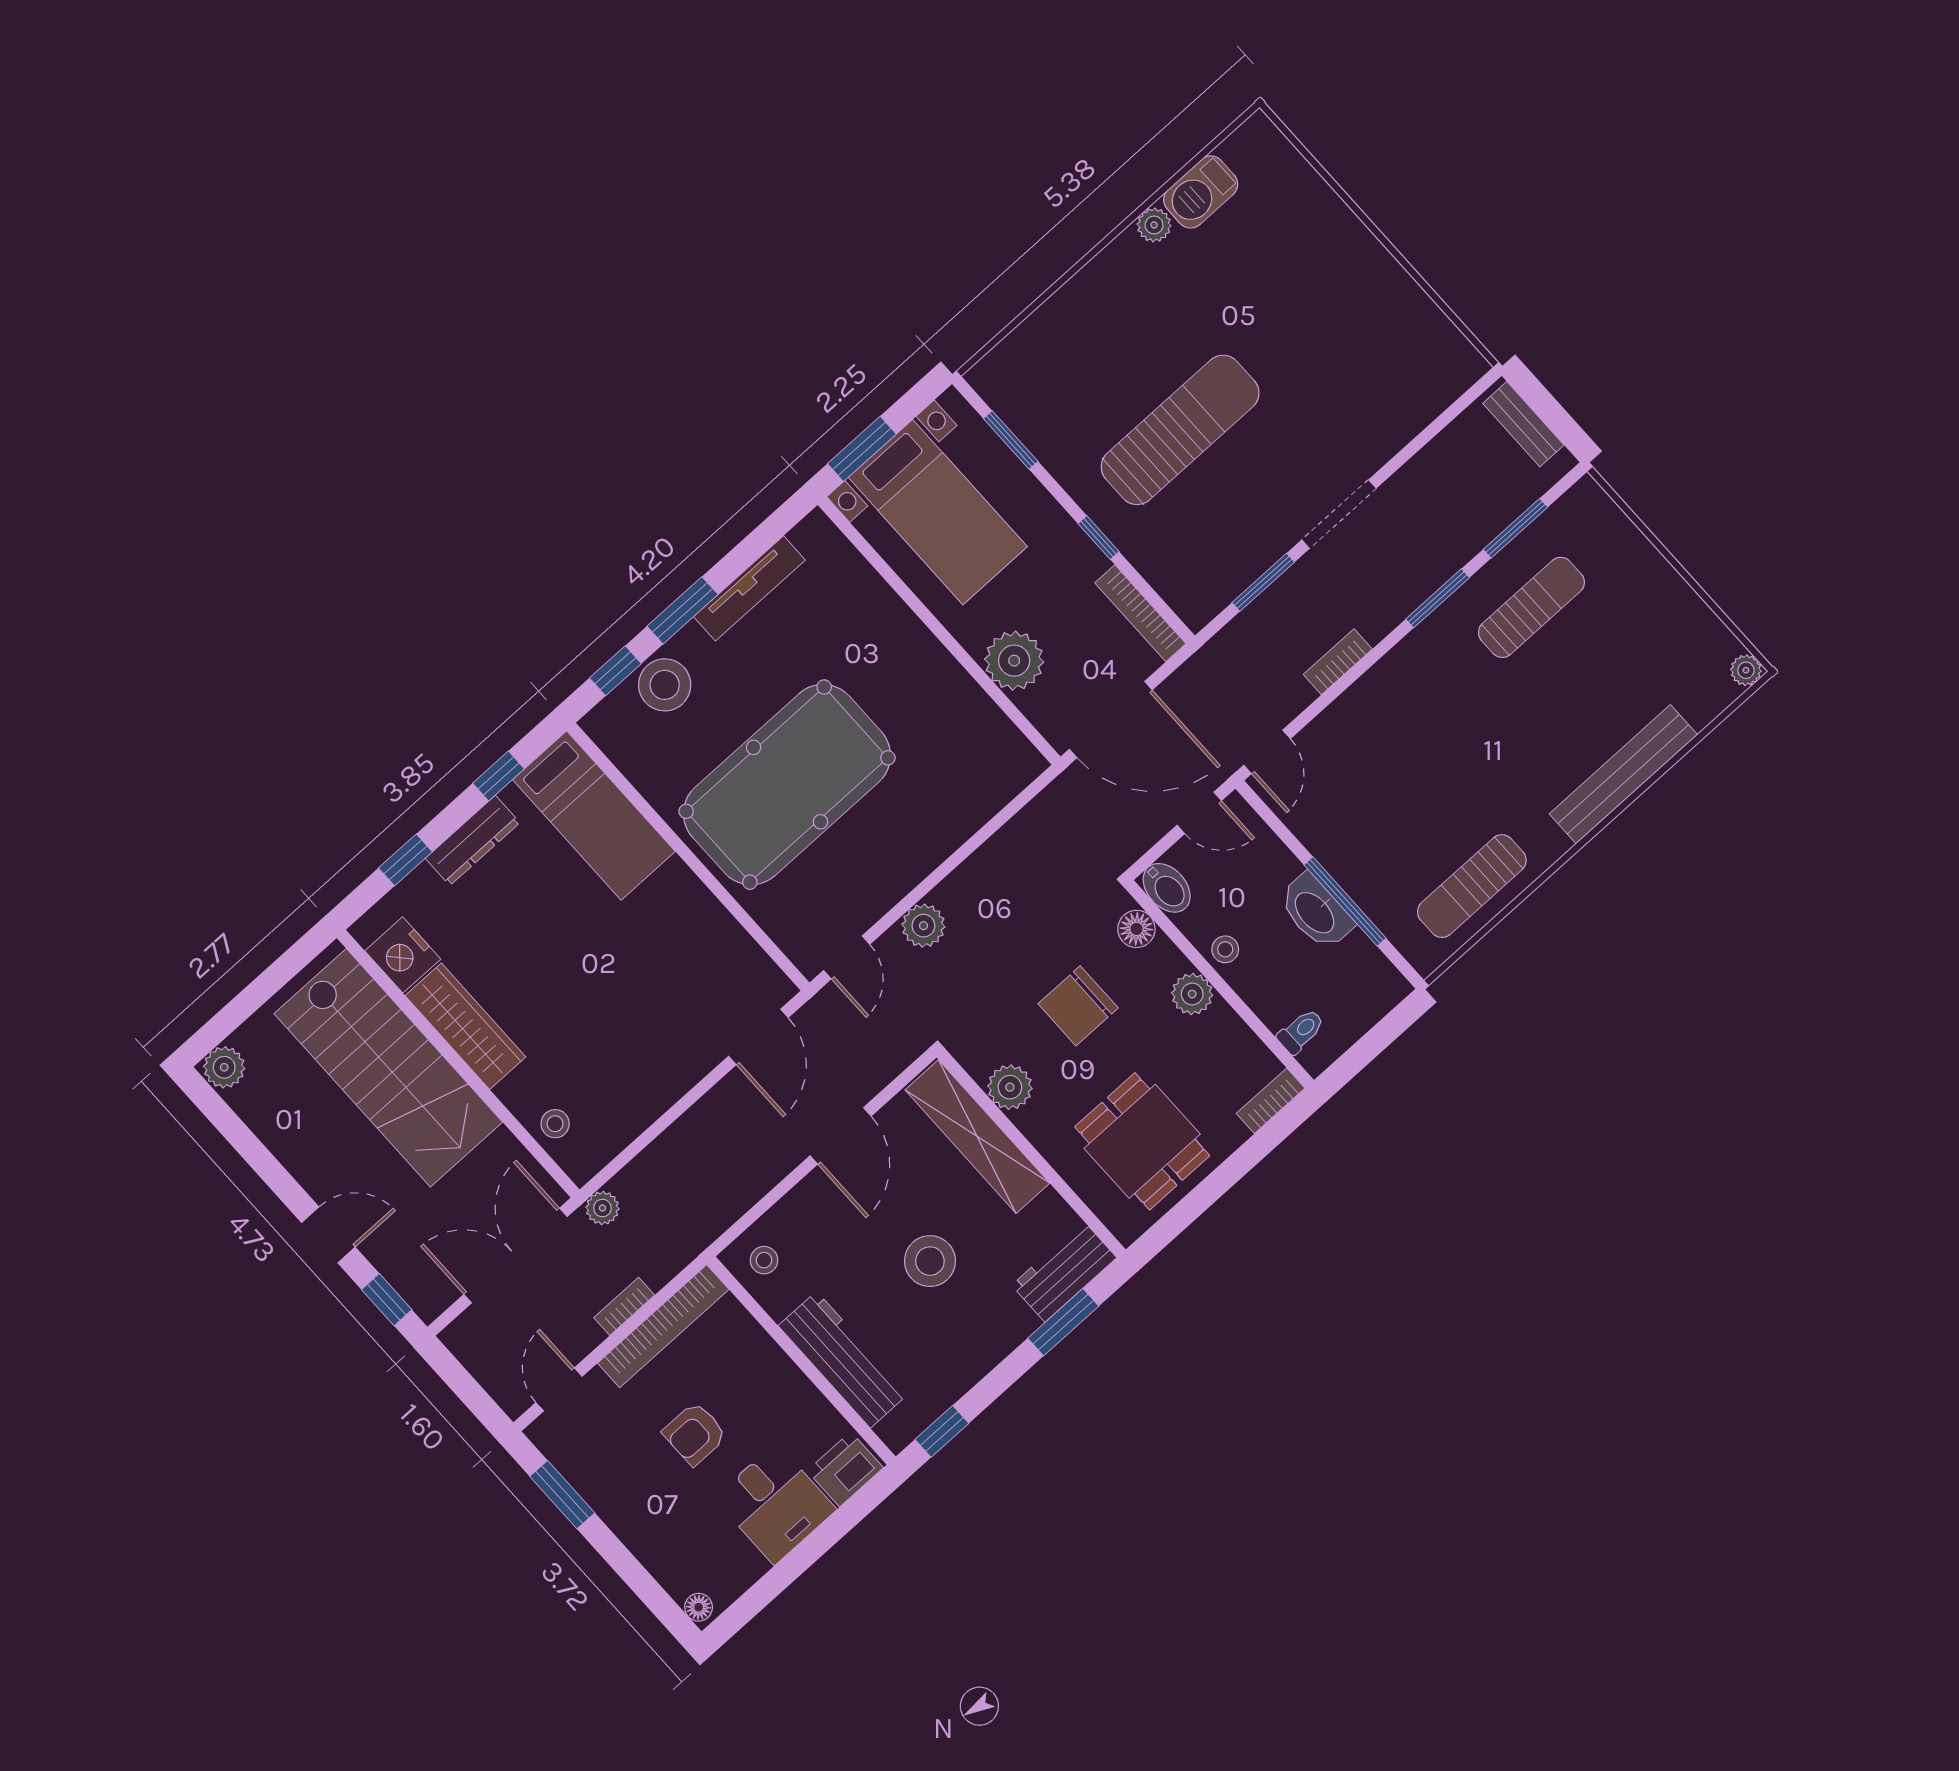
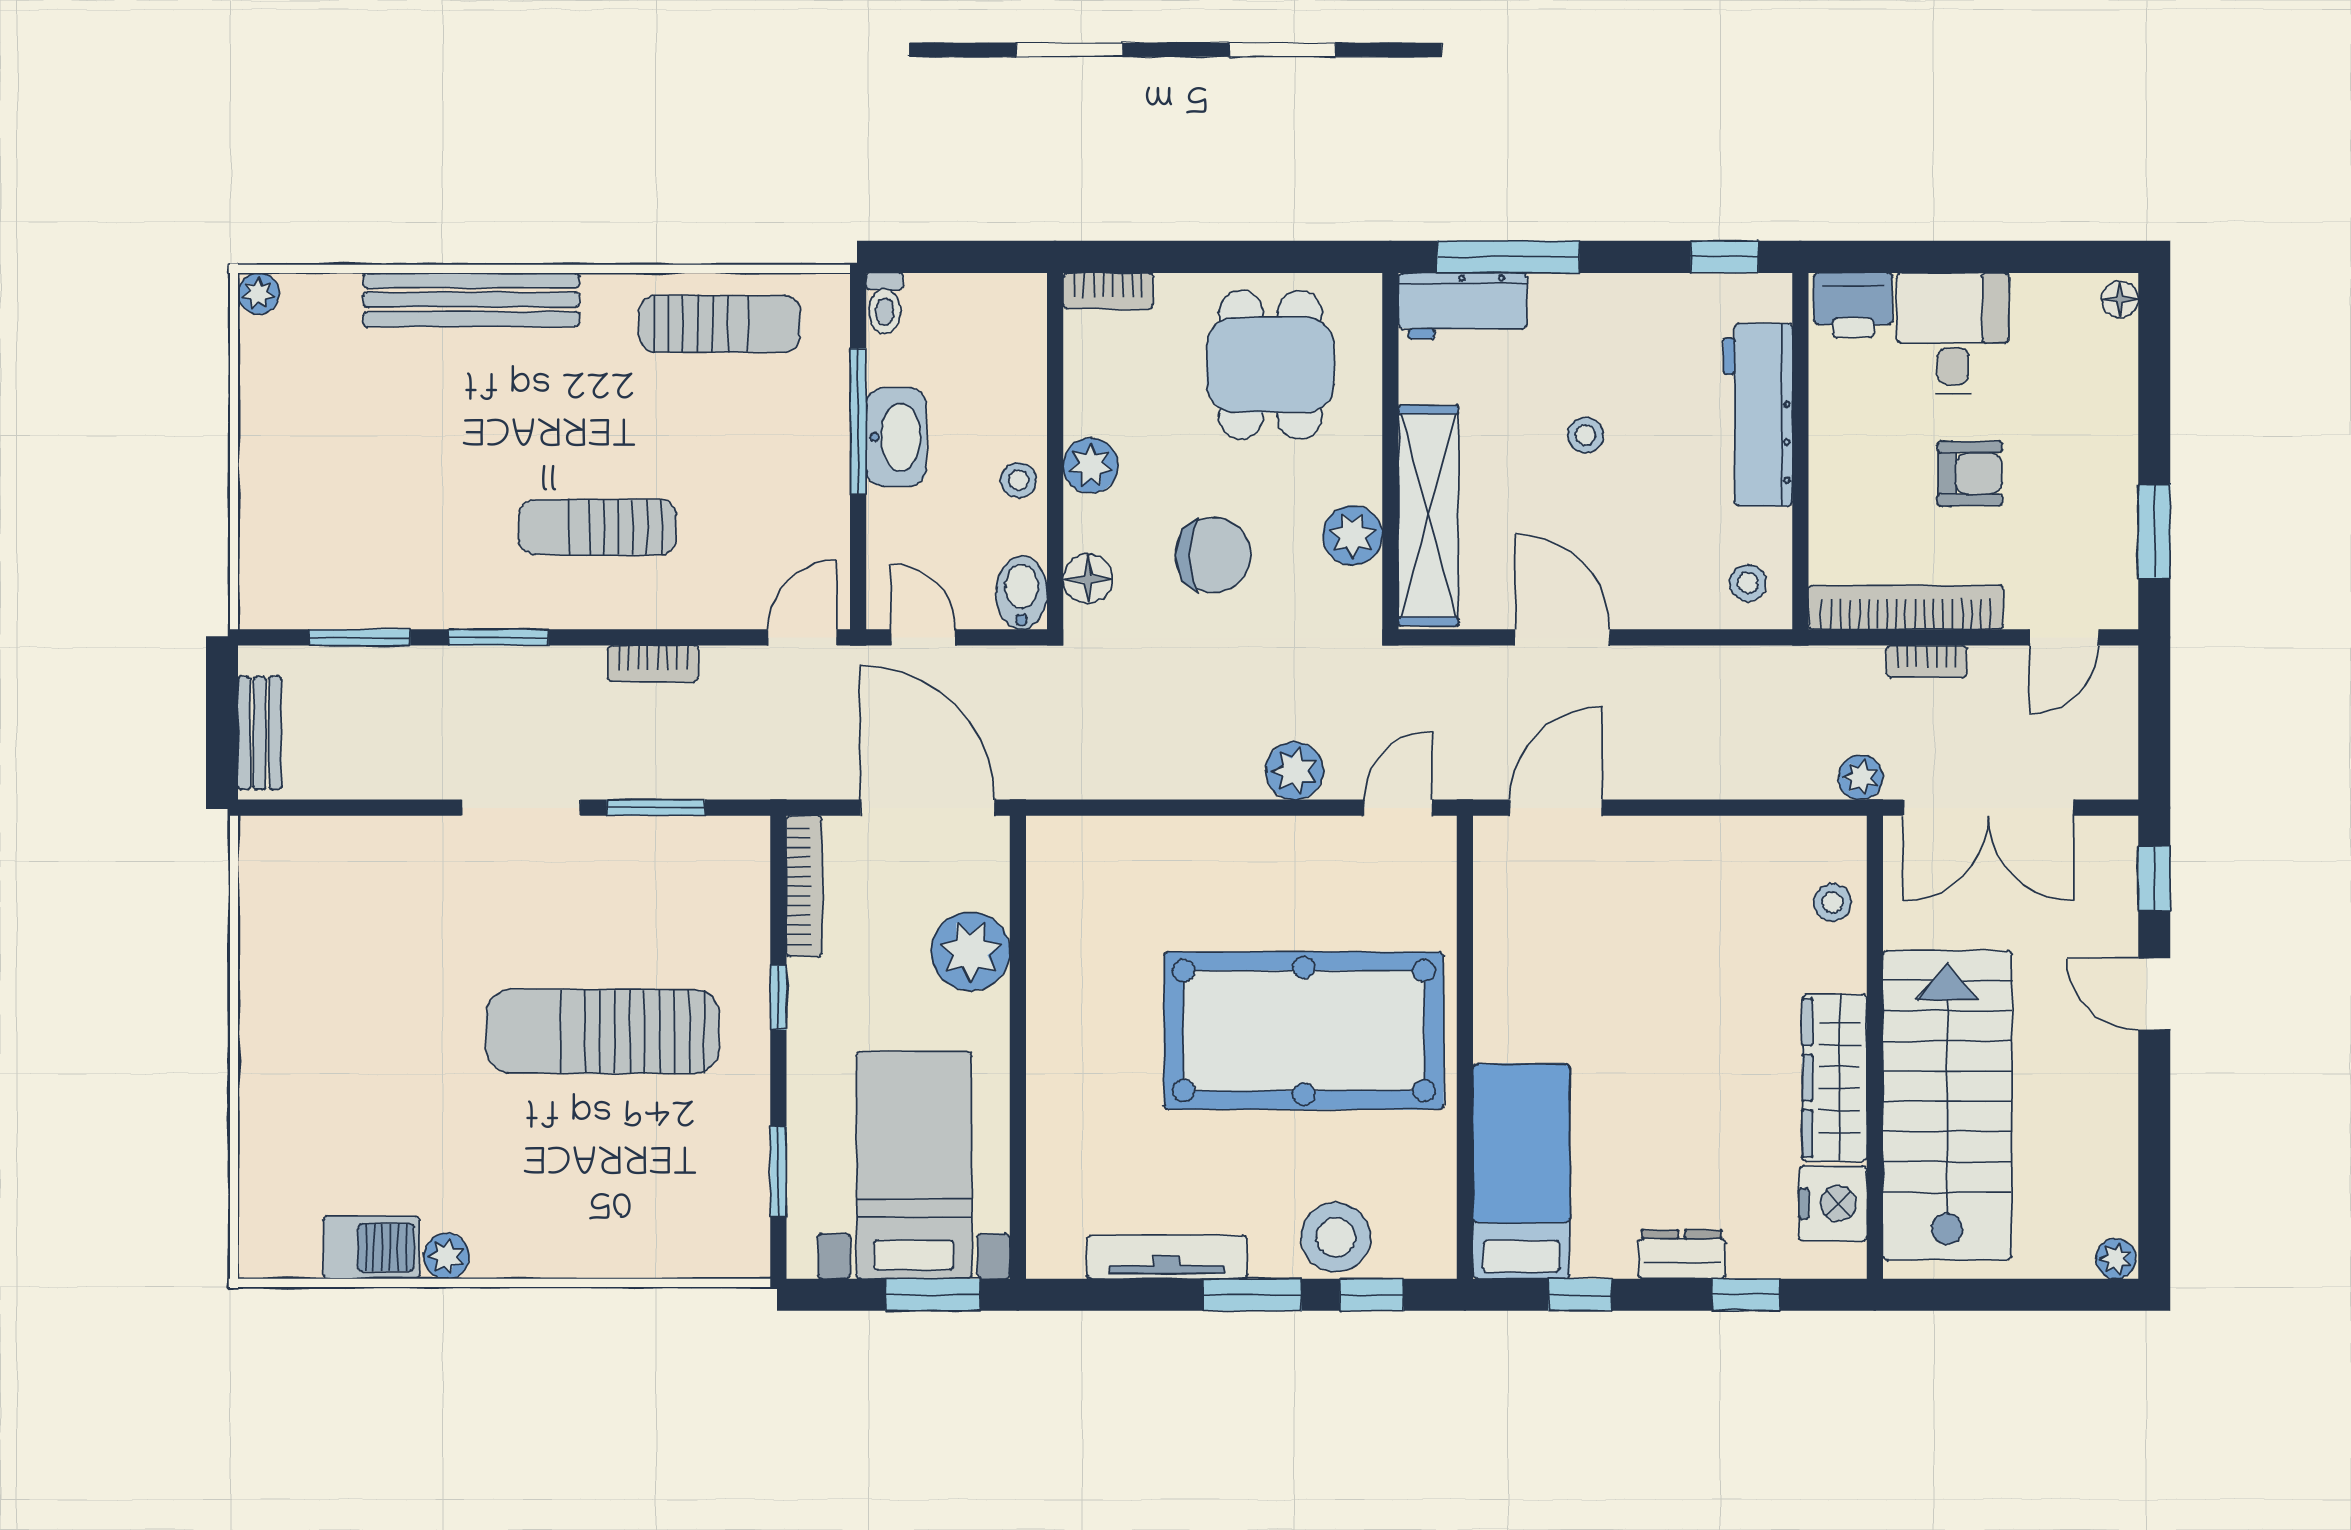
sun lounger: (1531, 607) -> (597, 527), moved
dresser: (473, 840) -> (1682, 1254), width x0.70
toilet: (1301, 1031) -> (885, 303), moved, turned -90
plant: (224, 1067) -> (2116, 1259), width x0.73, depth x0.73
door: (841, 1136) -> (1562, 637), hinge flipped
stool: (930, 1261) -> (1585, 435), width x0.53, depth x0.53
window: (1063, 1322) -> (1508, 257), width x1.44

